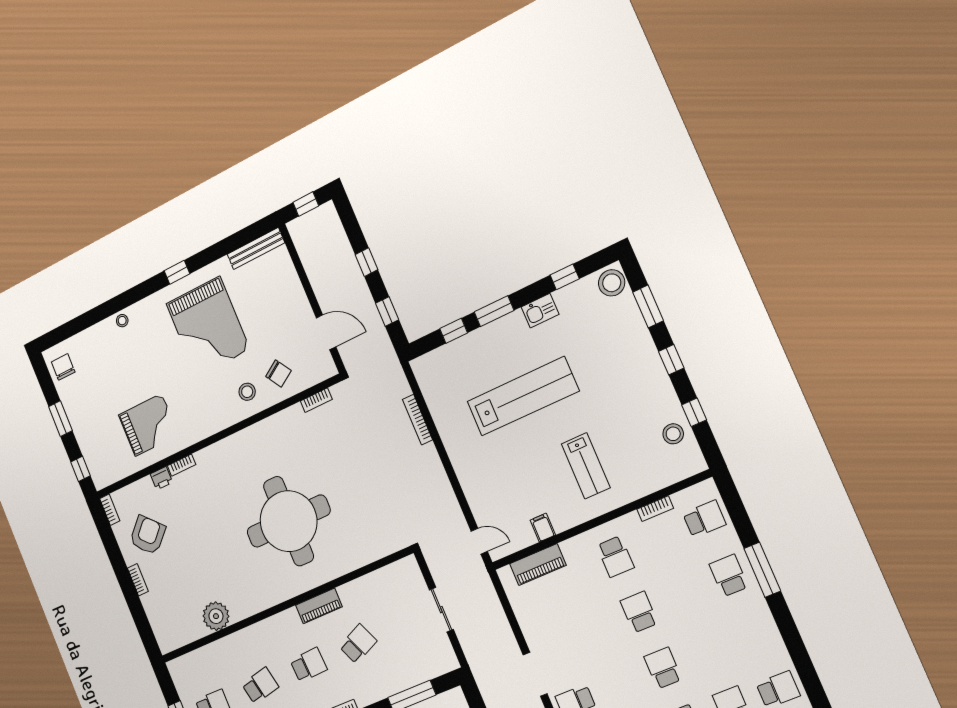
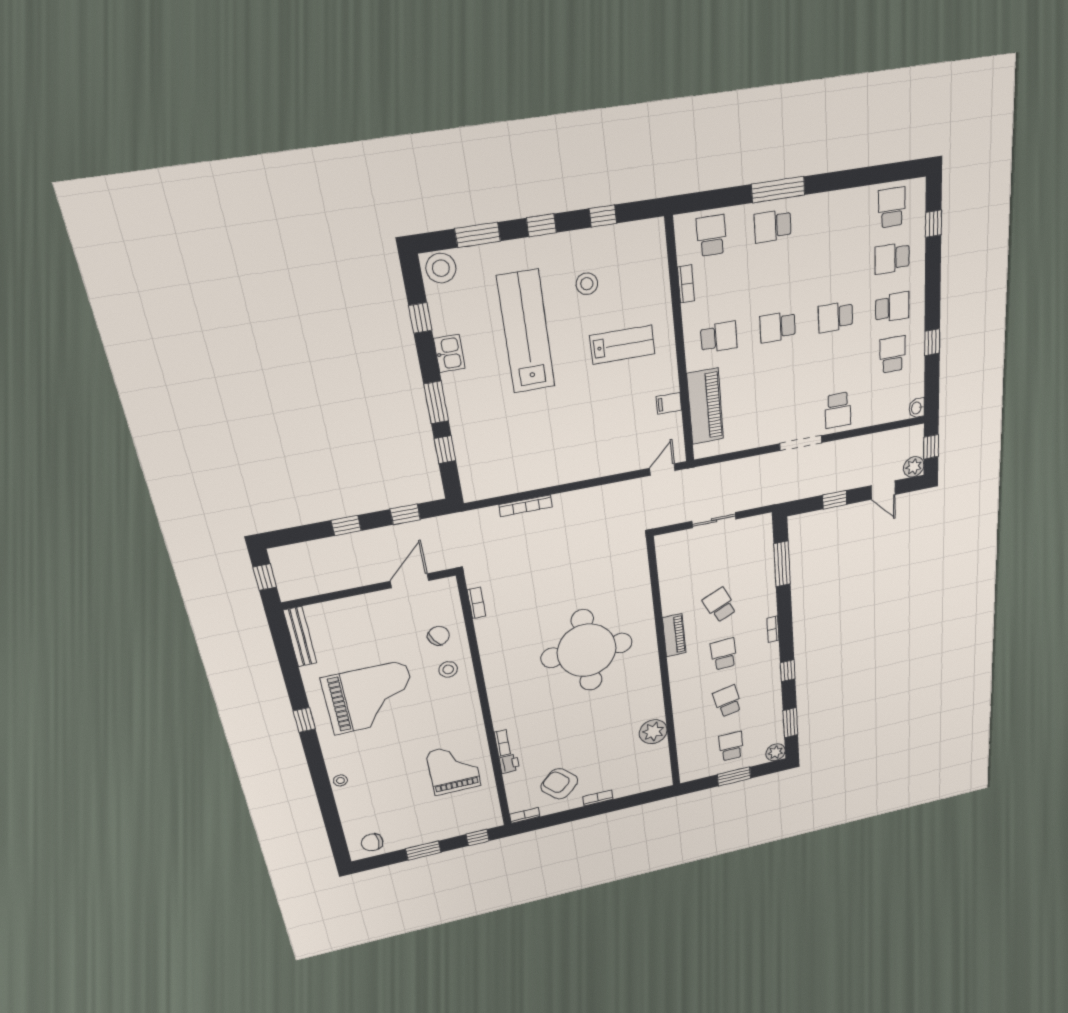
lab bench: (523, 396) -> (526, 332), moved
stool: (673, 434) -> (587, 284), moved
piano: (538, 565) -> (705, 406), width x1.37, depth x1.33

